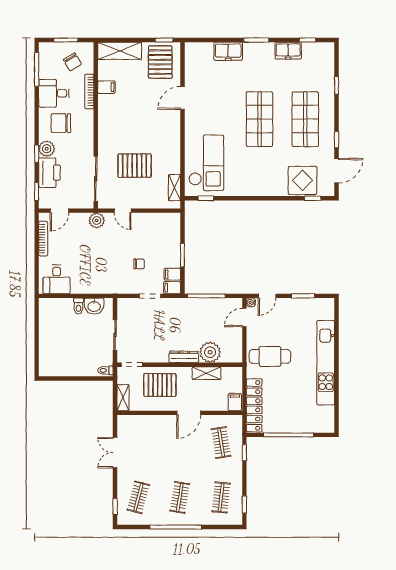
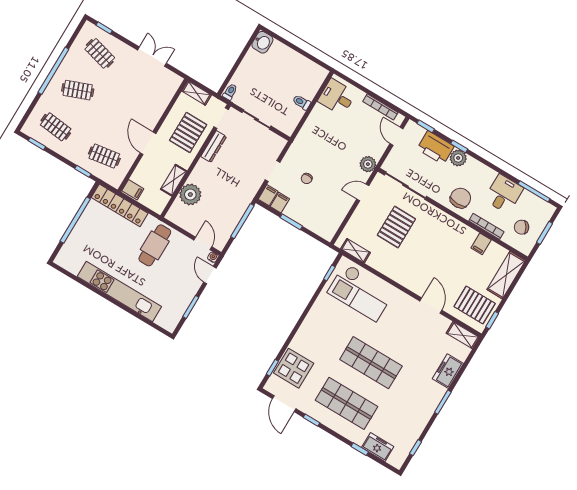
freezer: (288, 51) -> (378, 447), moved, turned 90
shelving: (191, 57) -> (463, 335), added
chair: (61, 123) -> (460, 198), moved
washbasin: (94, 306) -> (262, 42), moved, turned 180
dresser: (184, 357) -> (214, 147), moved
clothes rail: (180, 497) -> (78, 90), turned -30

